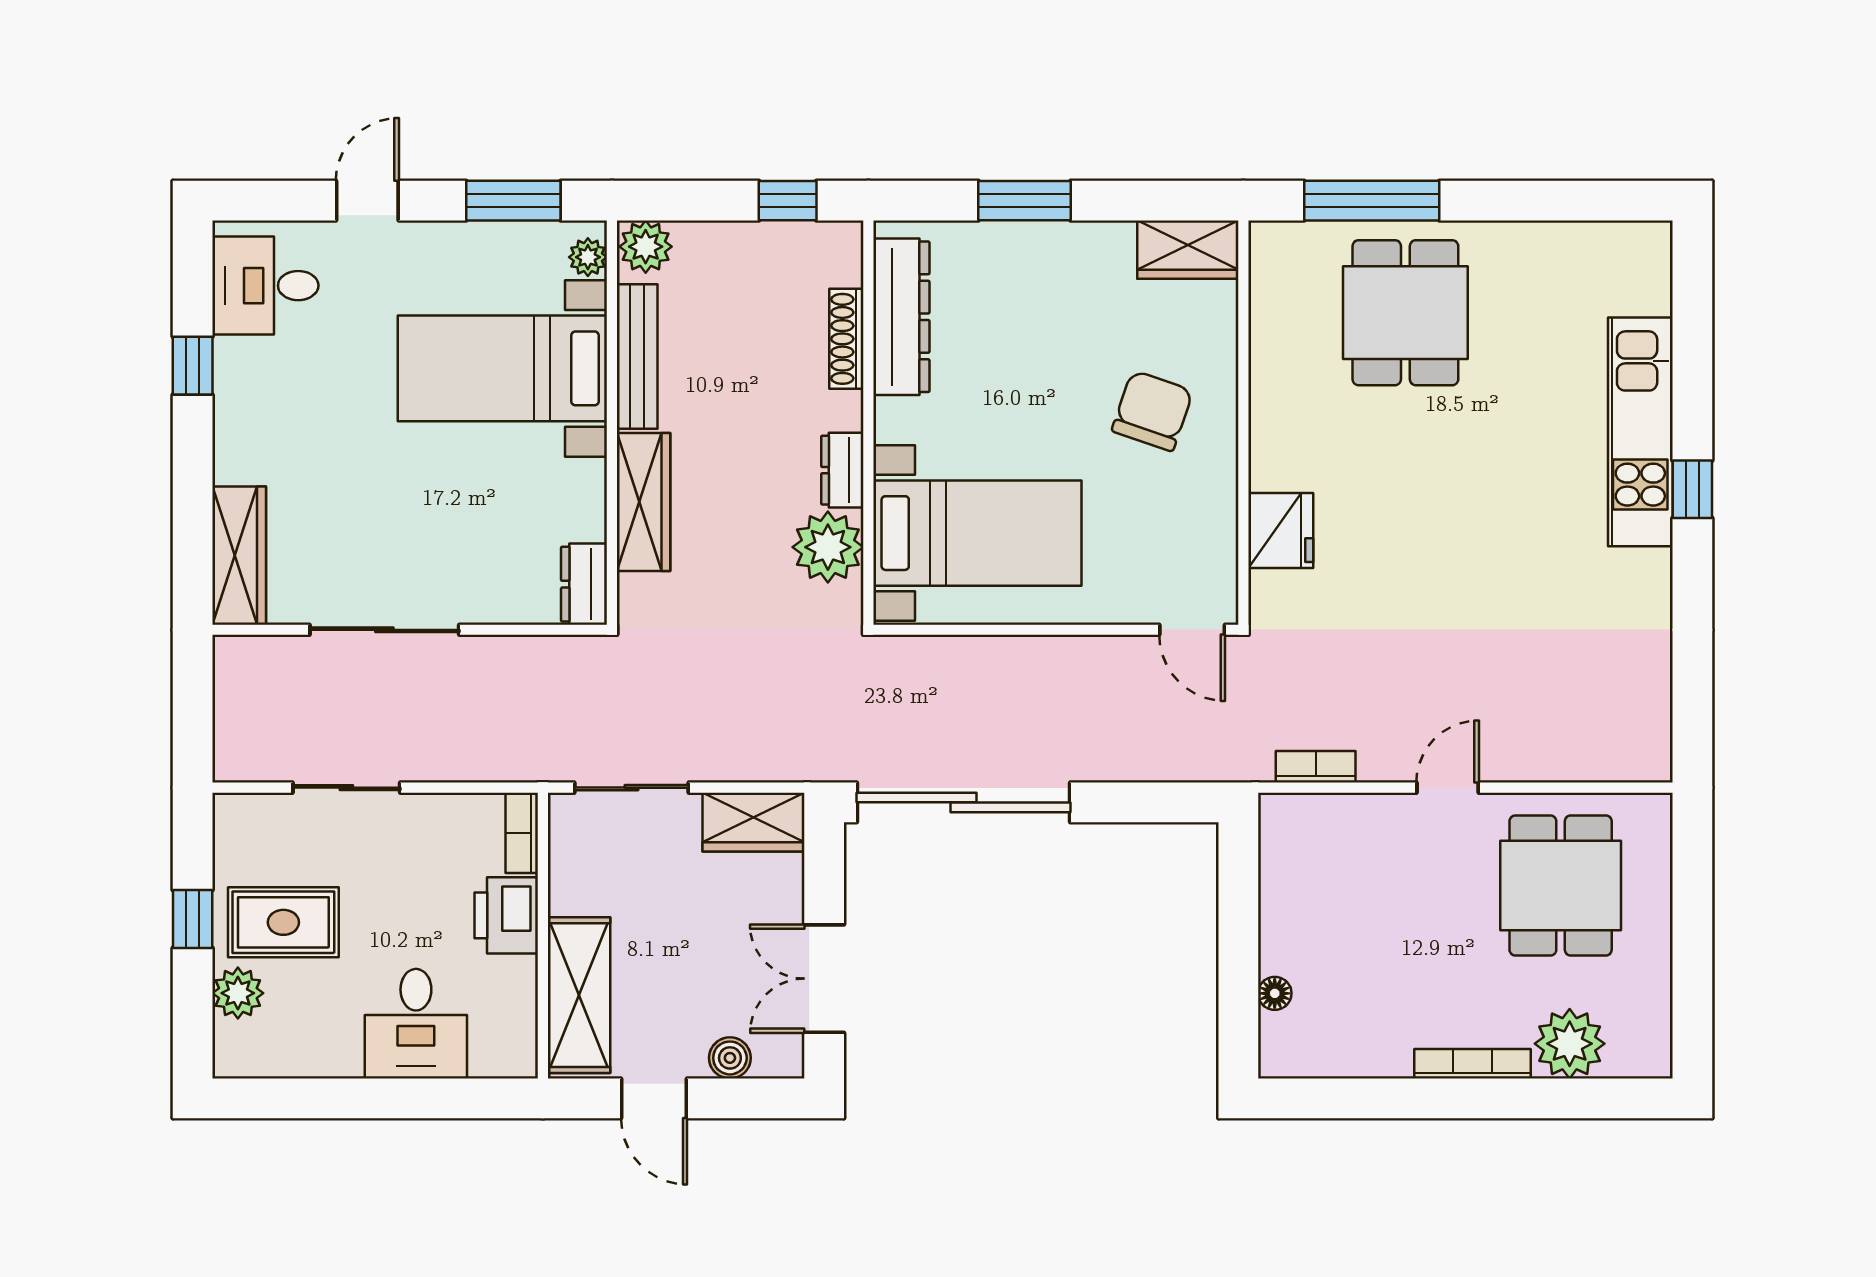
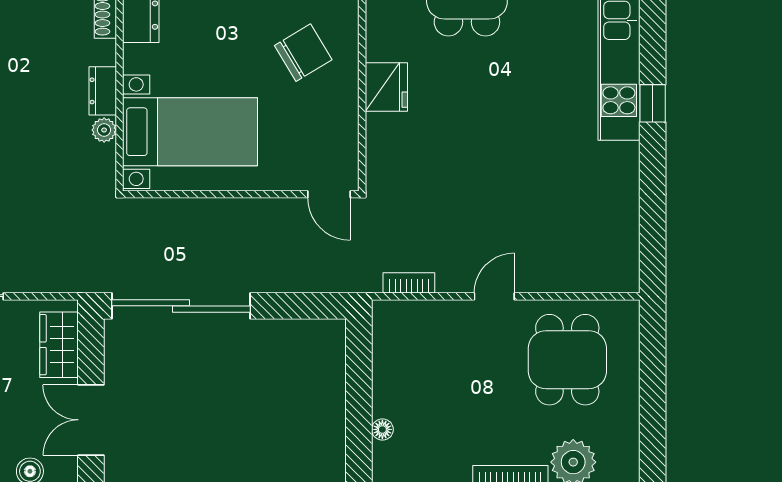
chair: (1152, 411) -> (303, 53), turned 40
fridge: (1281, 530) -> (386, 87), moved
plant: (828, 547) -> (104, 130), width x0.53, depth x0.53
wardrobe: (753, 822) -> (59, 345), moved, turned 90

